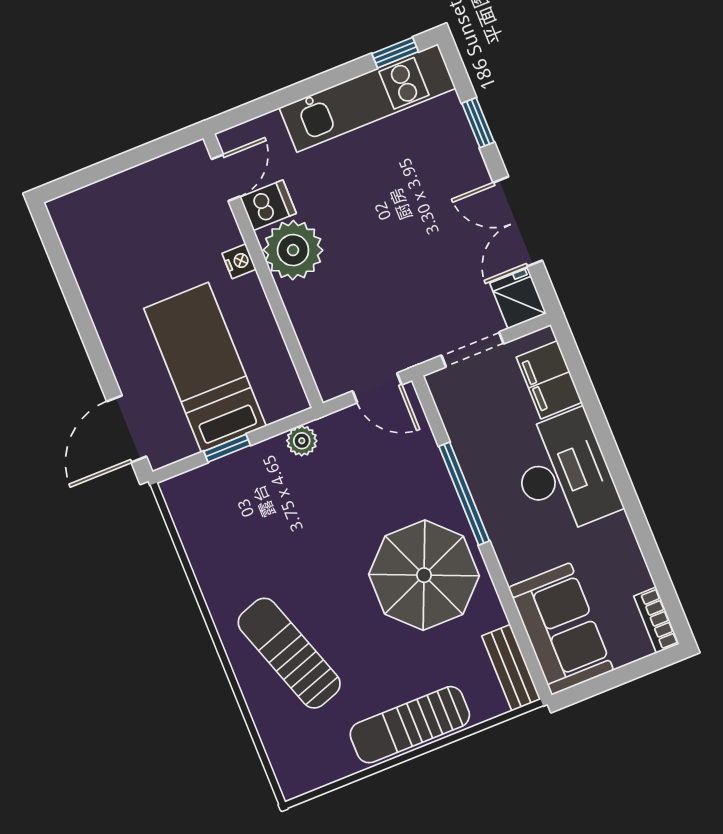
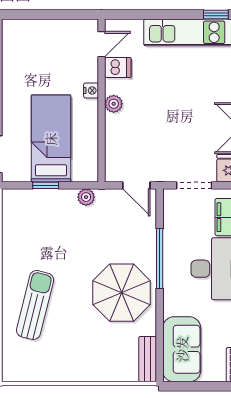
plant: (293, 250) -> (114, 104), width x0.53, depth x0.53
sun lounger: (289, 653) -> (35, 305), turned 33
sun lounger: (410, 725) -> (83, 368), removed

